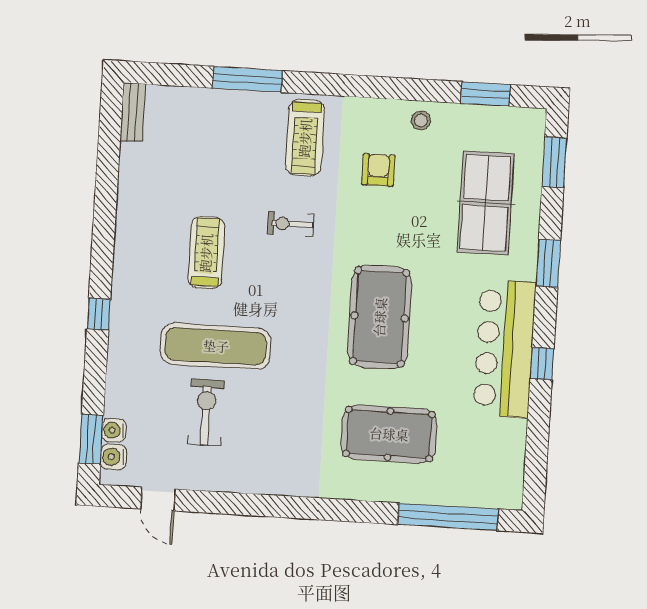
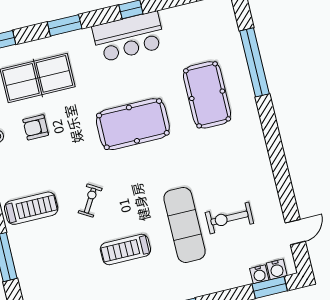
armchair: (378, 170) -> (36, 127), moved
exercise bike: (291, 224) -> (90, 201), turned -149
bar counter: (505, 349) -> (129, 37), width x0.73
window: (448, 517) -> (254, 62), moved

